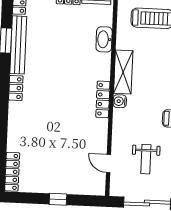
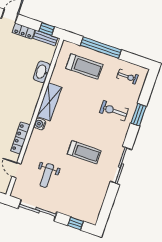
locker: (103, 99) -> (20, 138), moved

